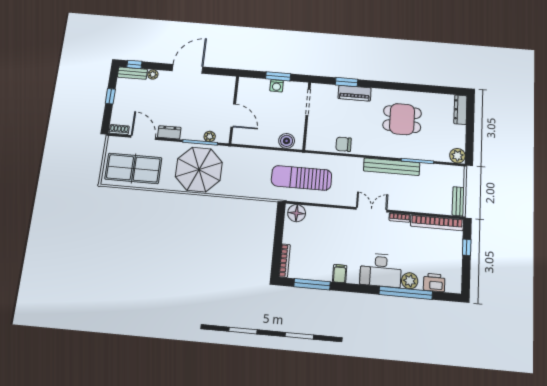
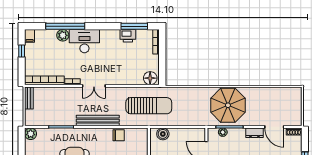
bench: (392, 167) -> (98, 121), moved
table tennis table: (133, 168) -> (278, 102), removed
window: (467, 247) -> (22, 51), moved
filing cabinet: (340, 274) -> (30, 36), moved
printer: (434, 282) -> (128, 36), moved

